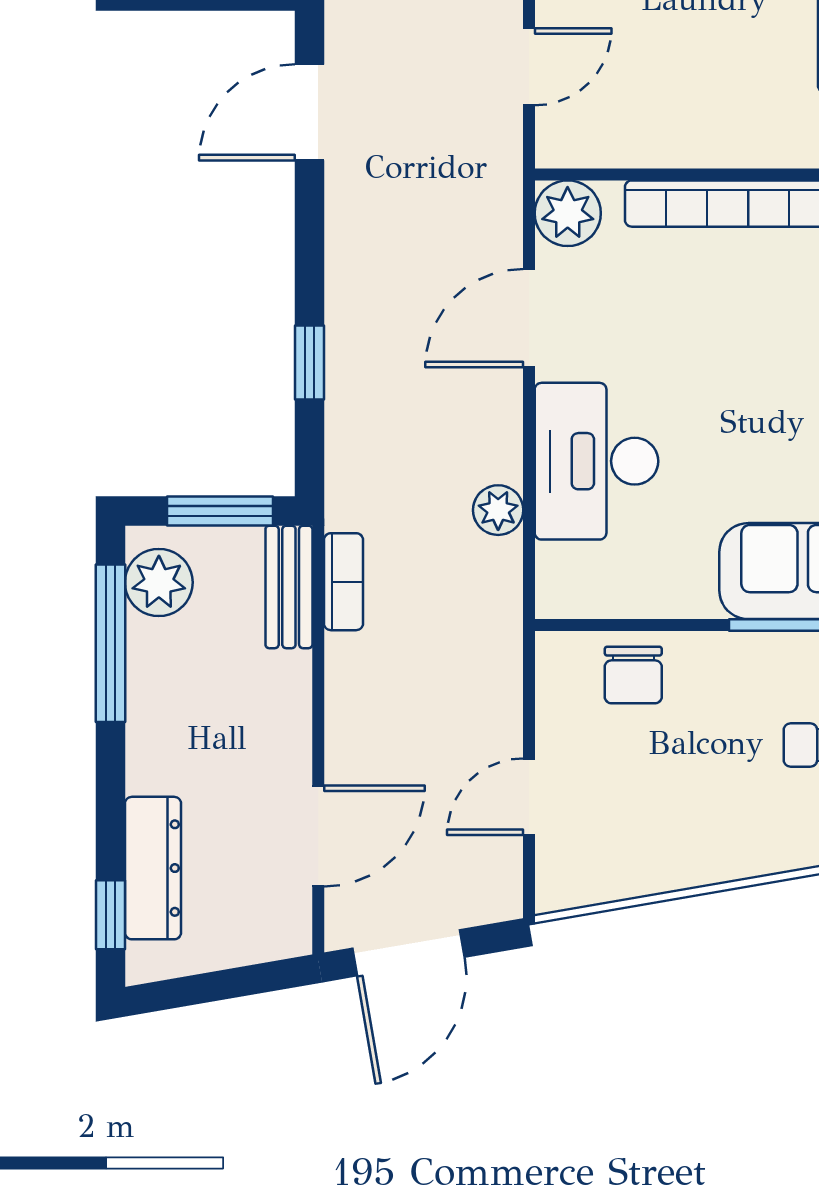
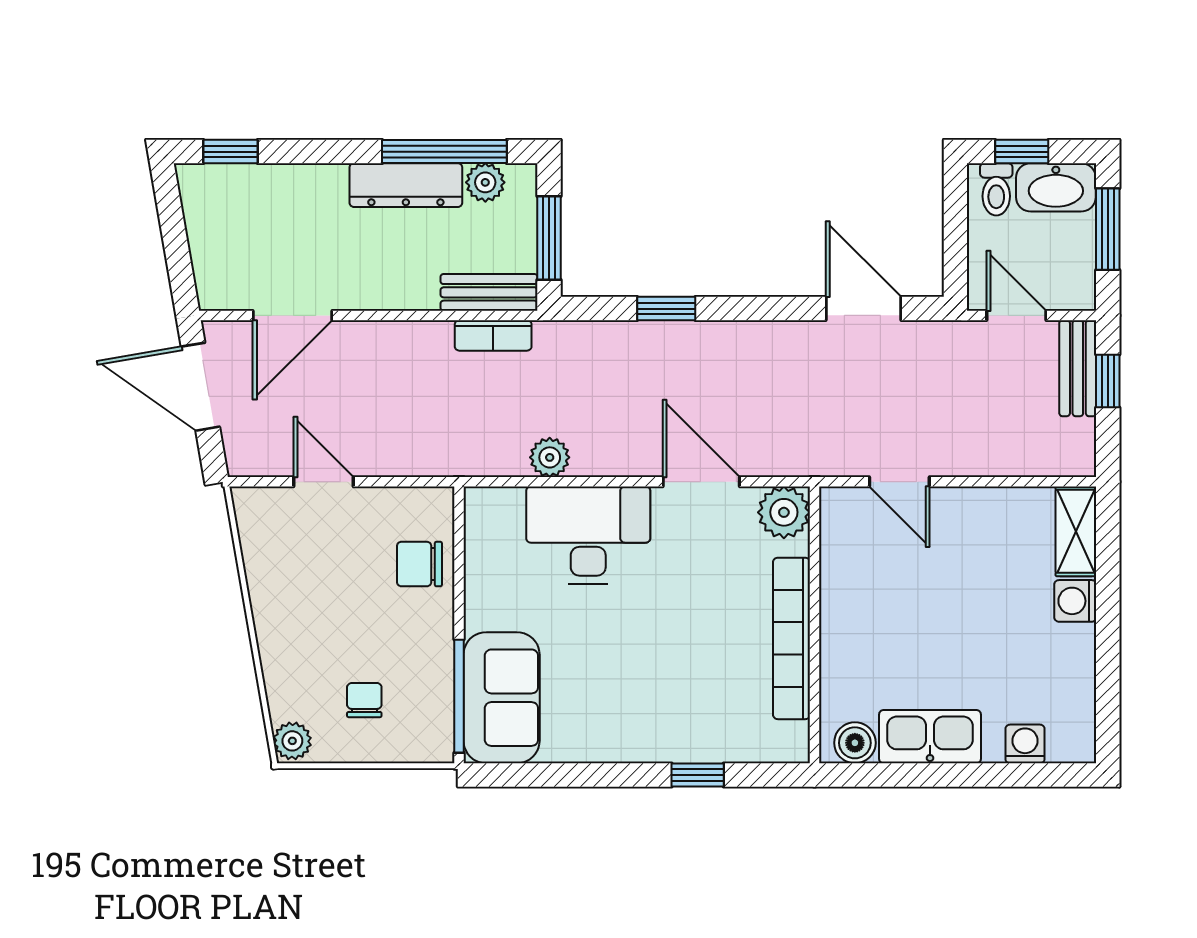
plant: (159, 582) -> (485, 182), width x0.73, depth x0.73
door: (318, 836) -> (293, 315), hinge flipped
dresser: (153, 868) -> (406, 185), moved

